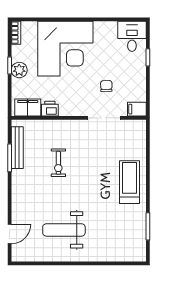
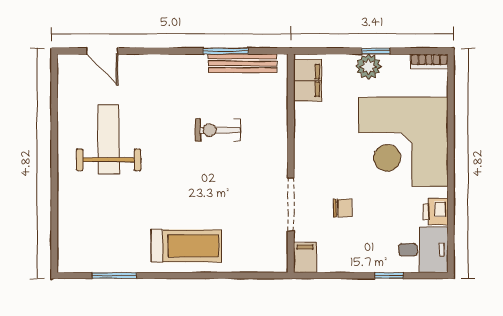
printer: (50, 109) -> (436, 212), moved, turned 180

